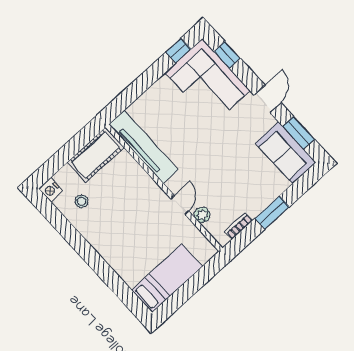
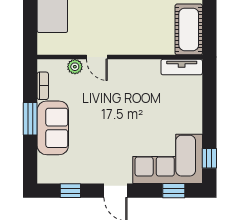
window: (298, 133) -> (70, 191), width x0.67
tv unit: (143, 147) -> (182, 67), width x0.52, depth x0.78
sofa: (286, 153) -> (53, 128), moved, turned 90

